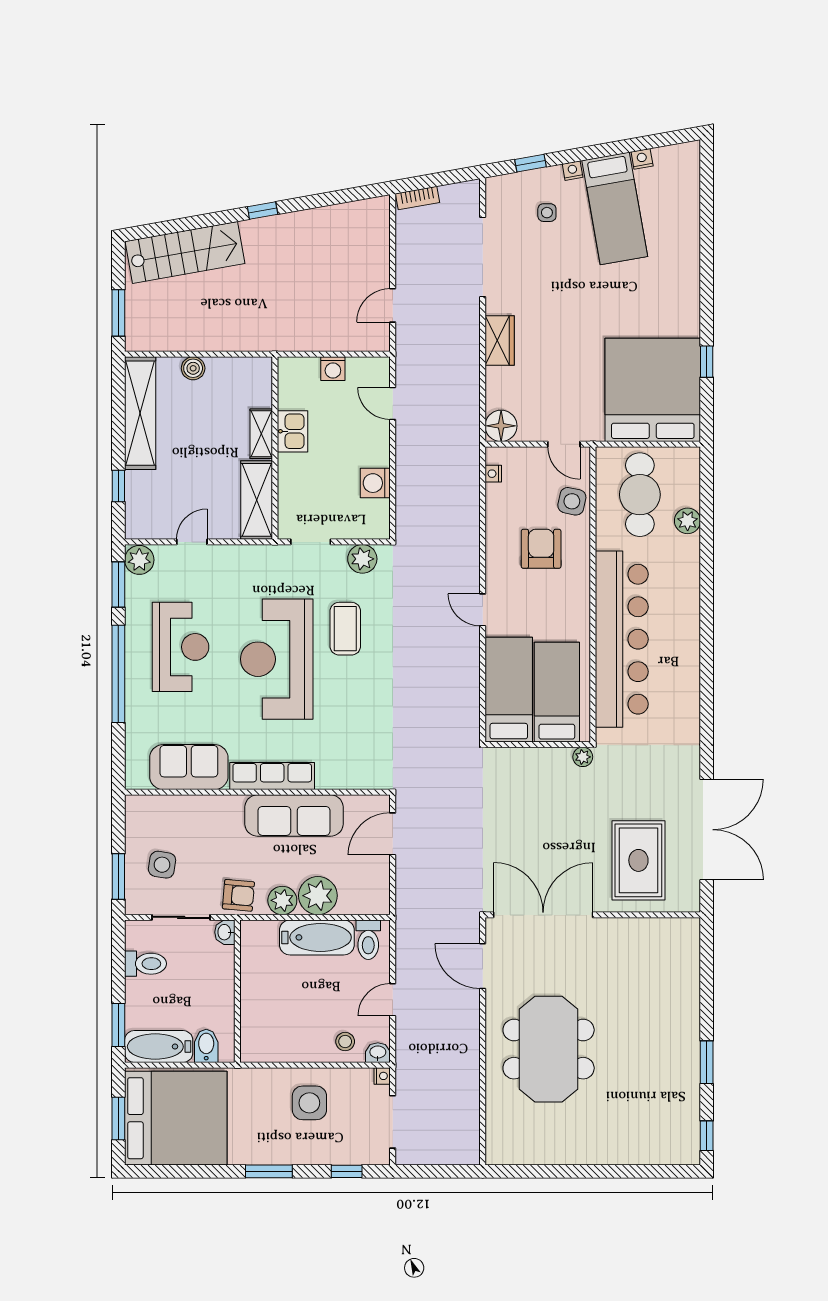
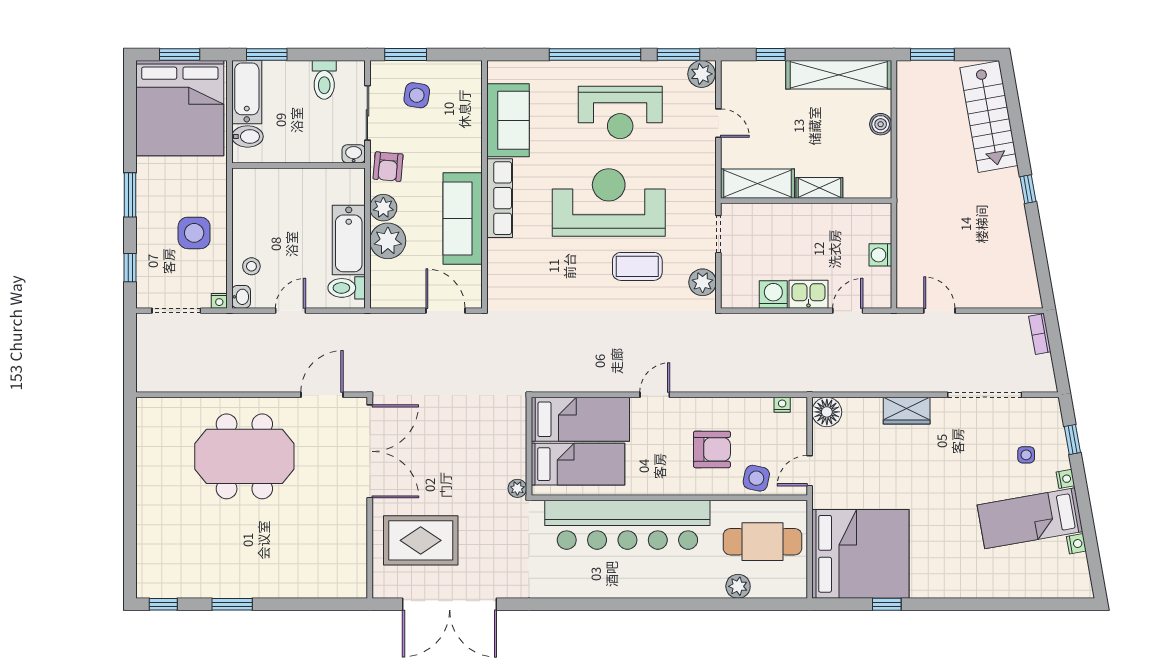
kitchen sink: (292, 431) -> (808, 294), moved, turned 180
door: (393, 1000) -> (291, 311), hinge flipped

